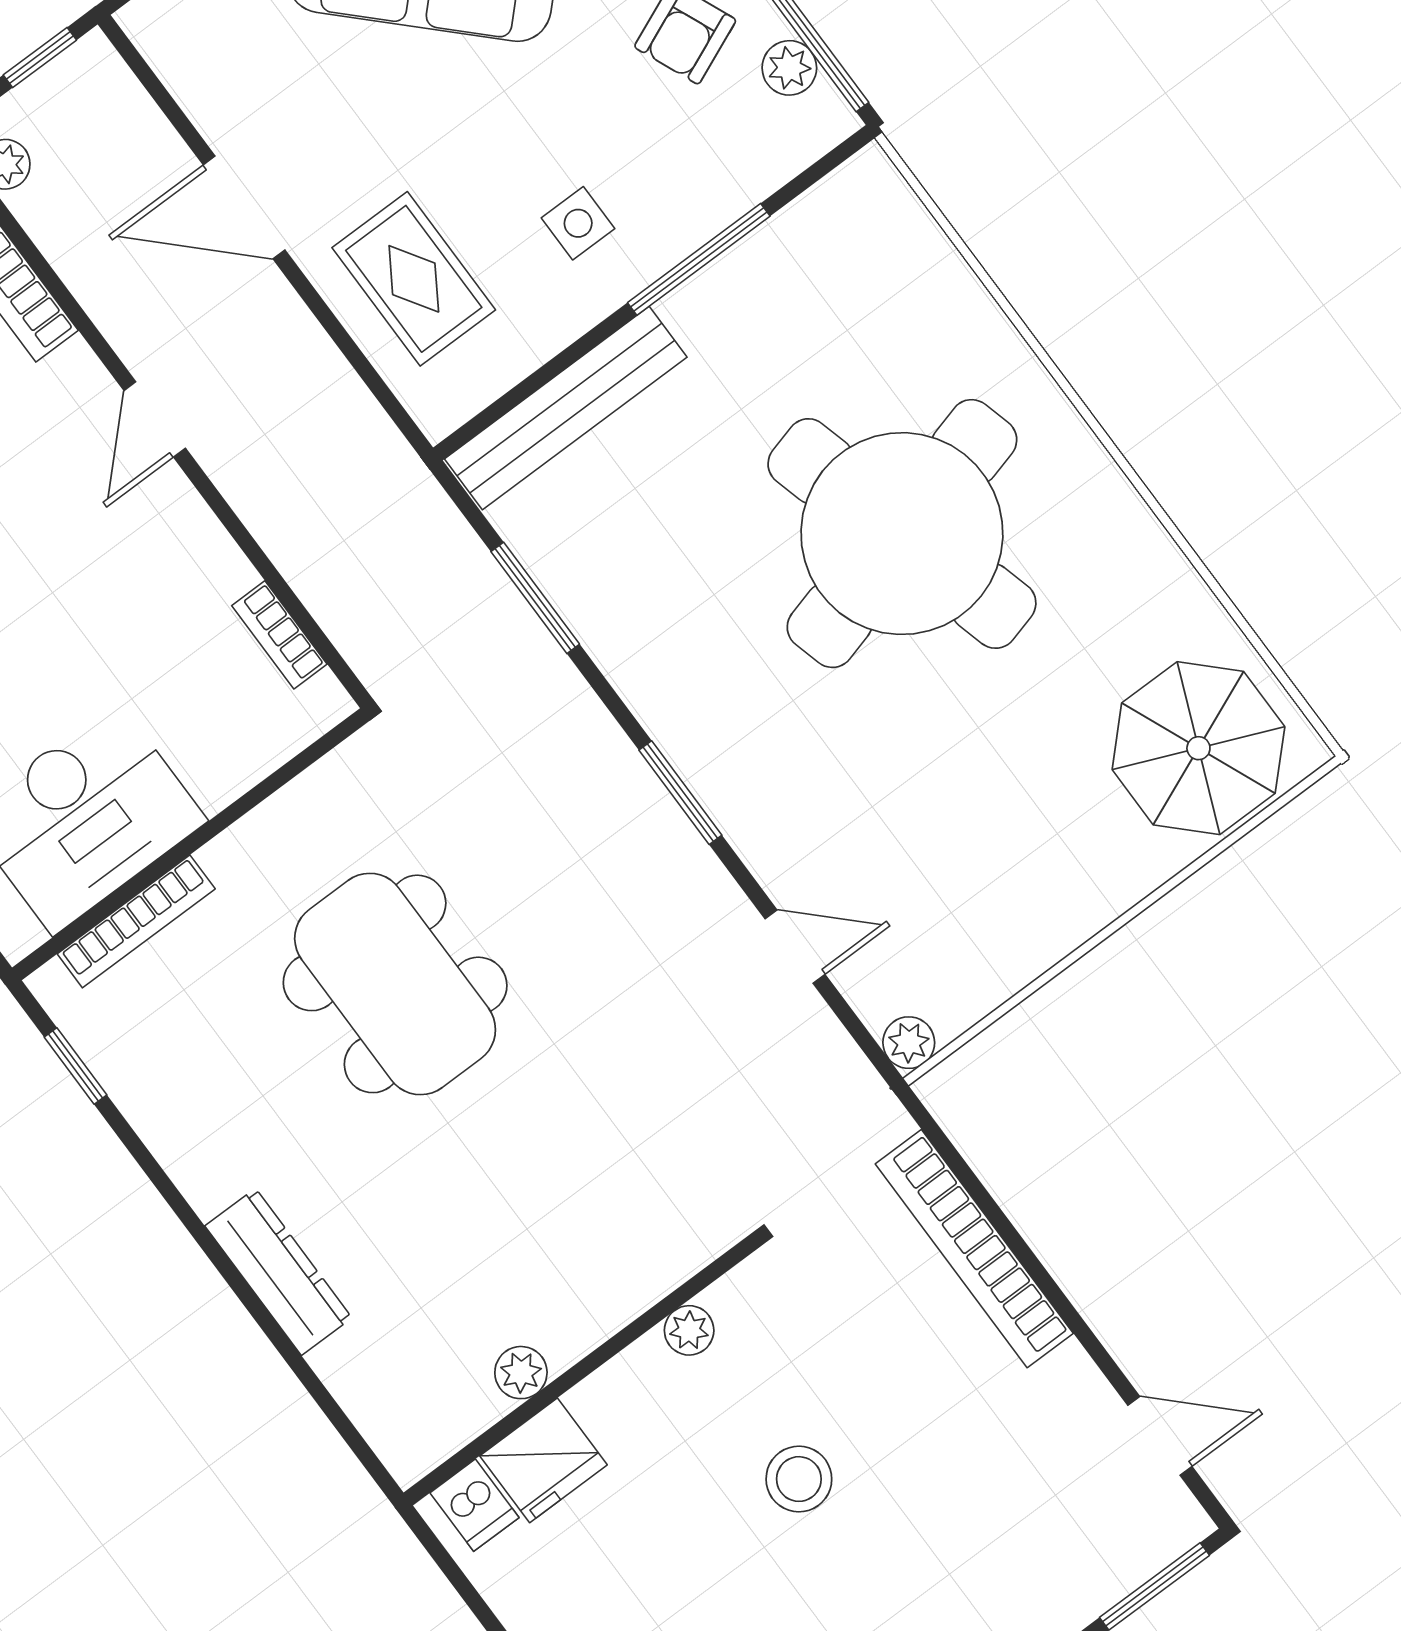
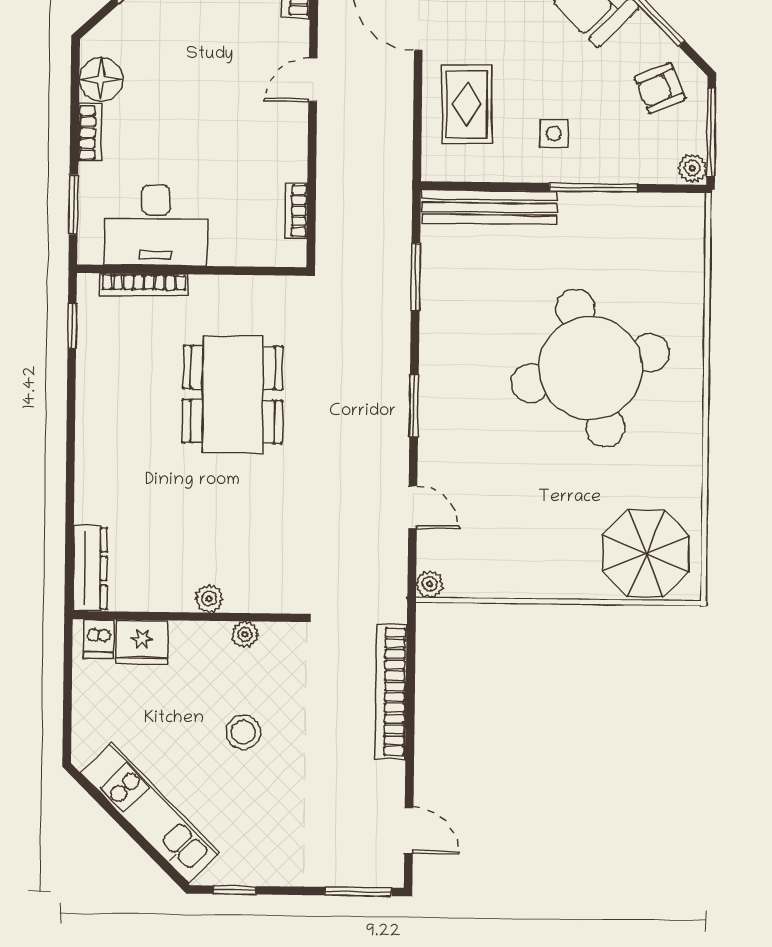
plant: (789, 68) -> (692, 168), moved
dresser: (278, 1272) -> (90, 568), moved
plant: (521, 1373) -> (209, 599), moved

